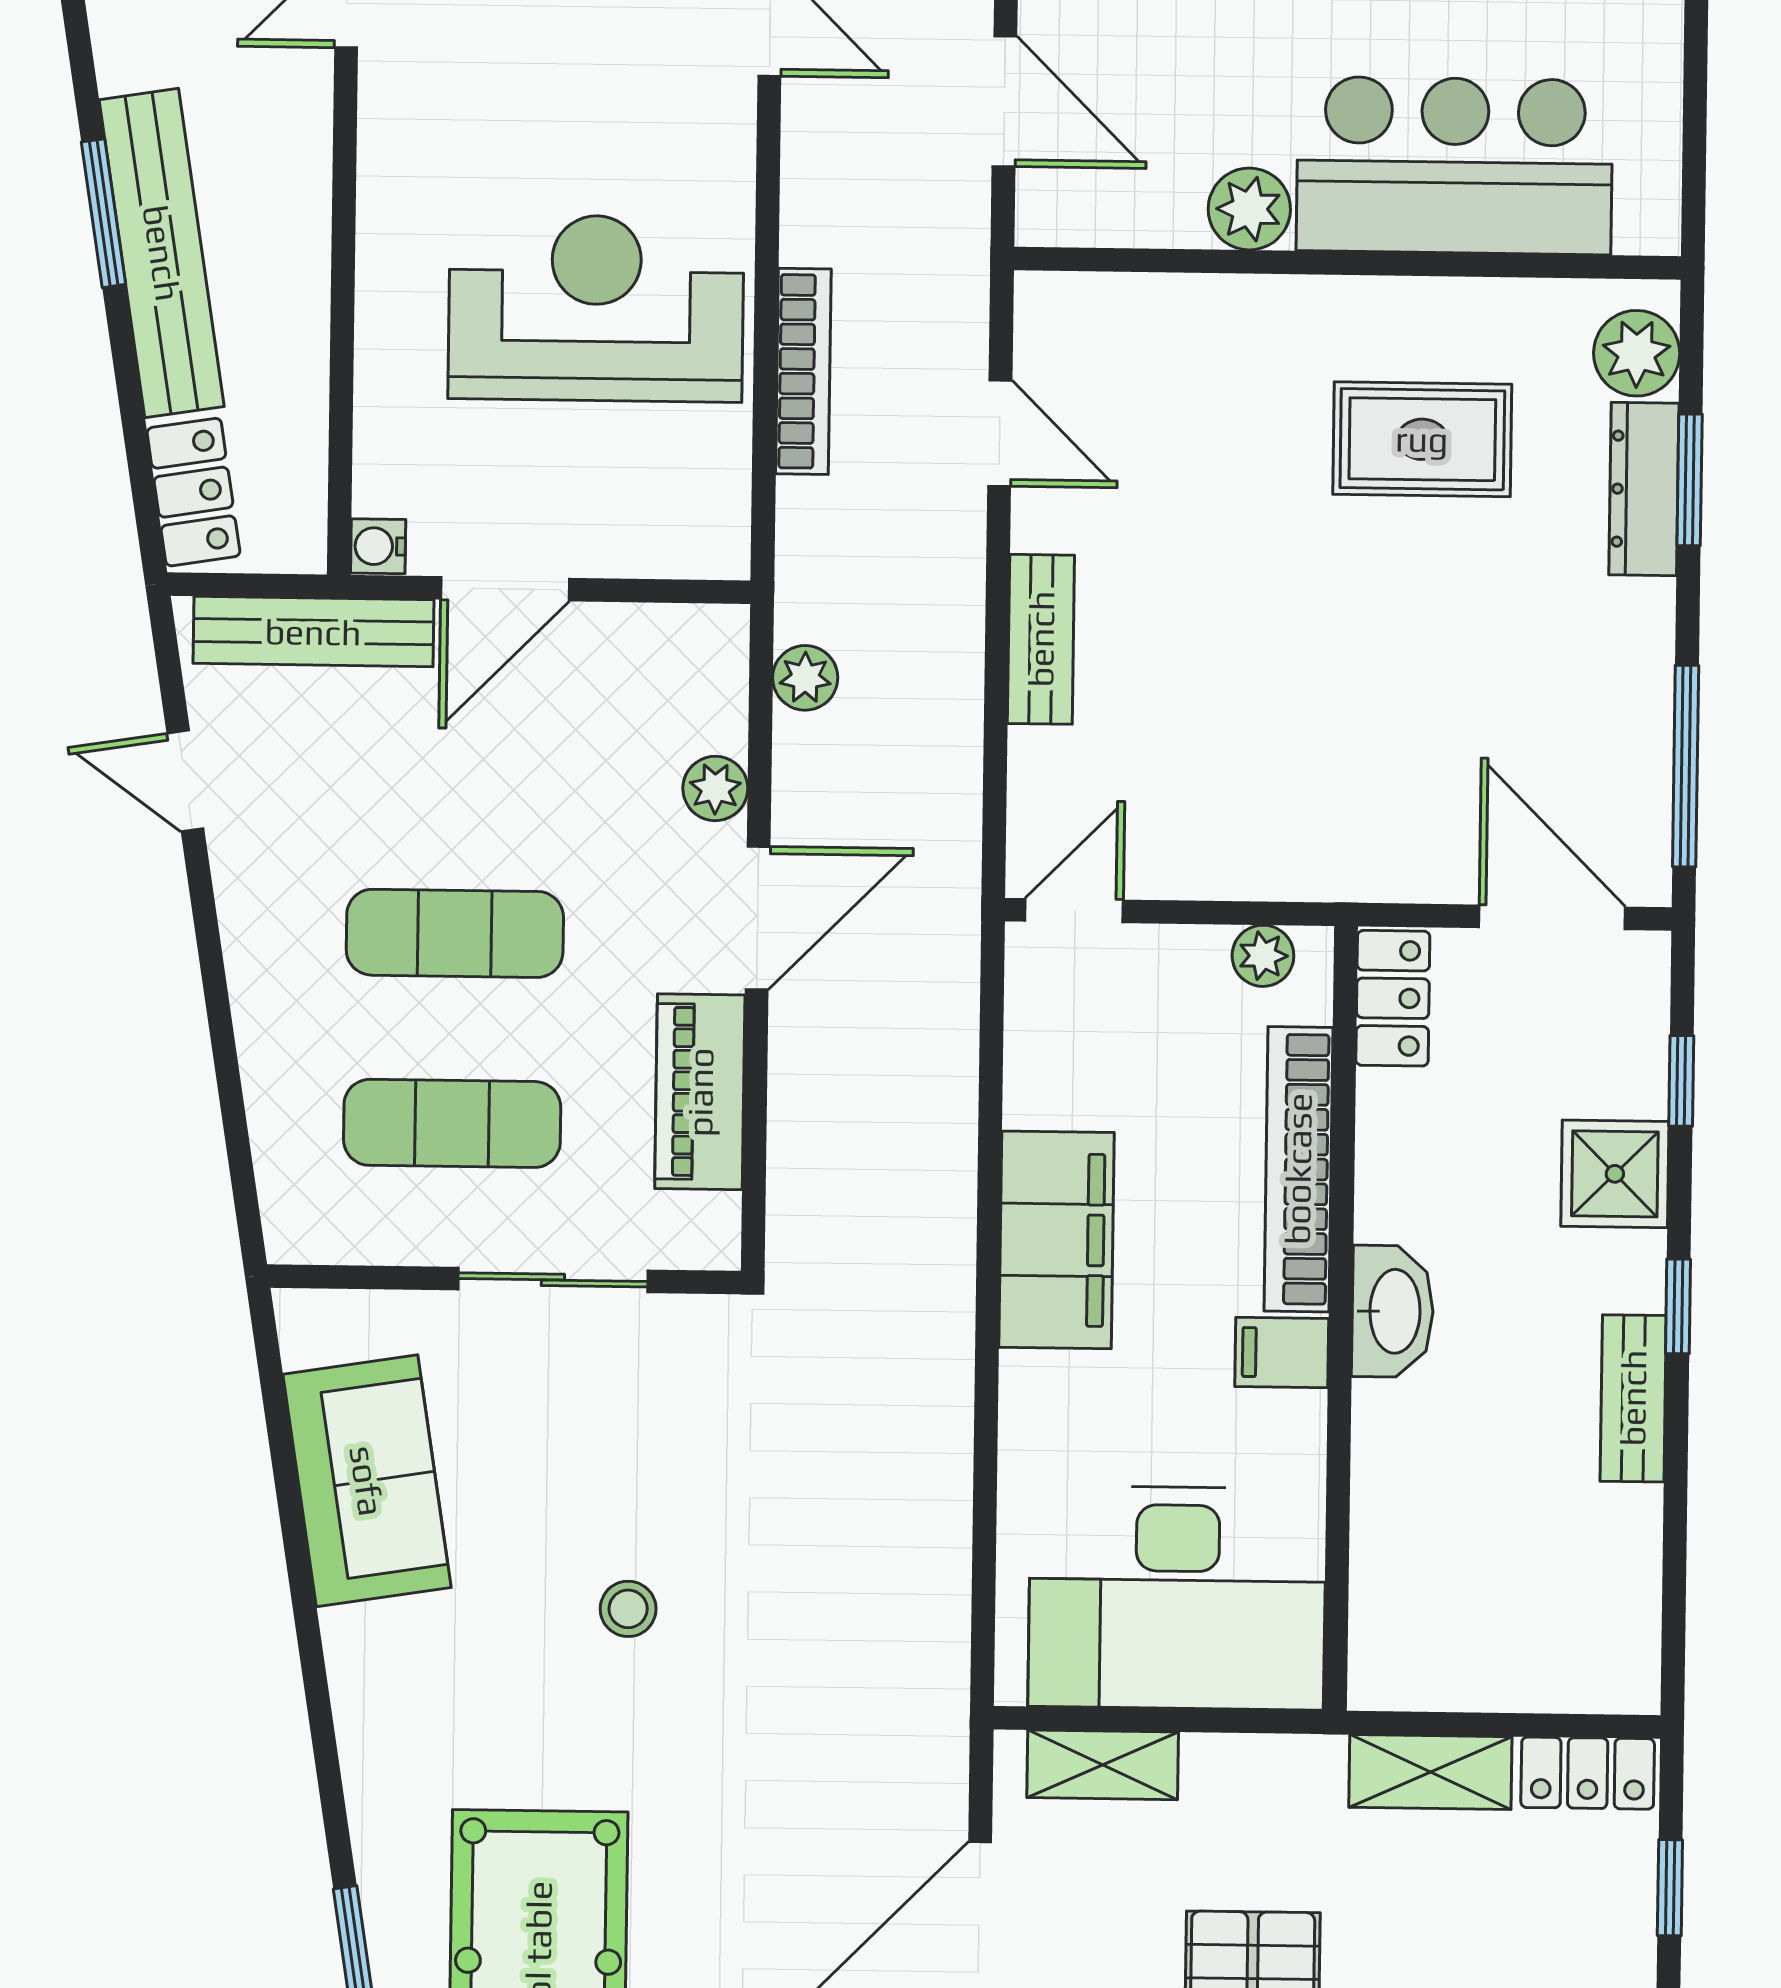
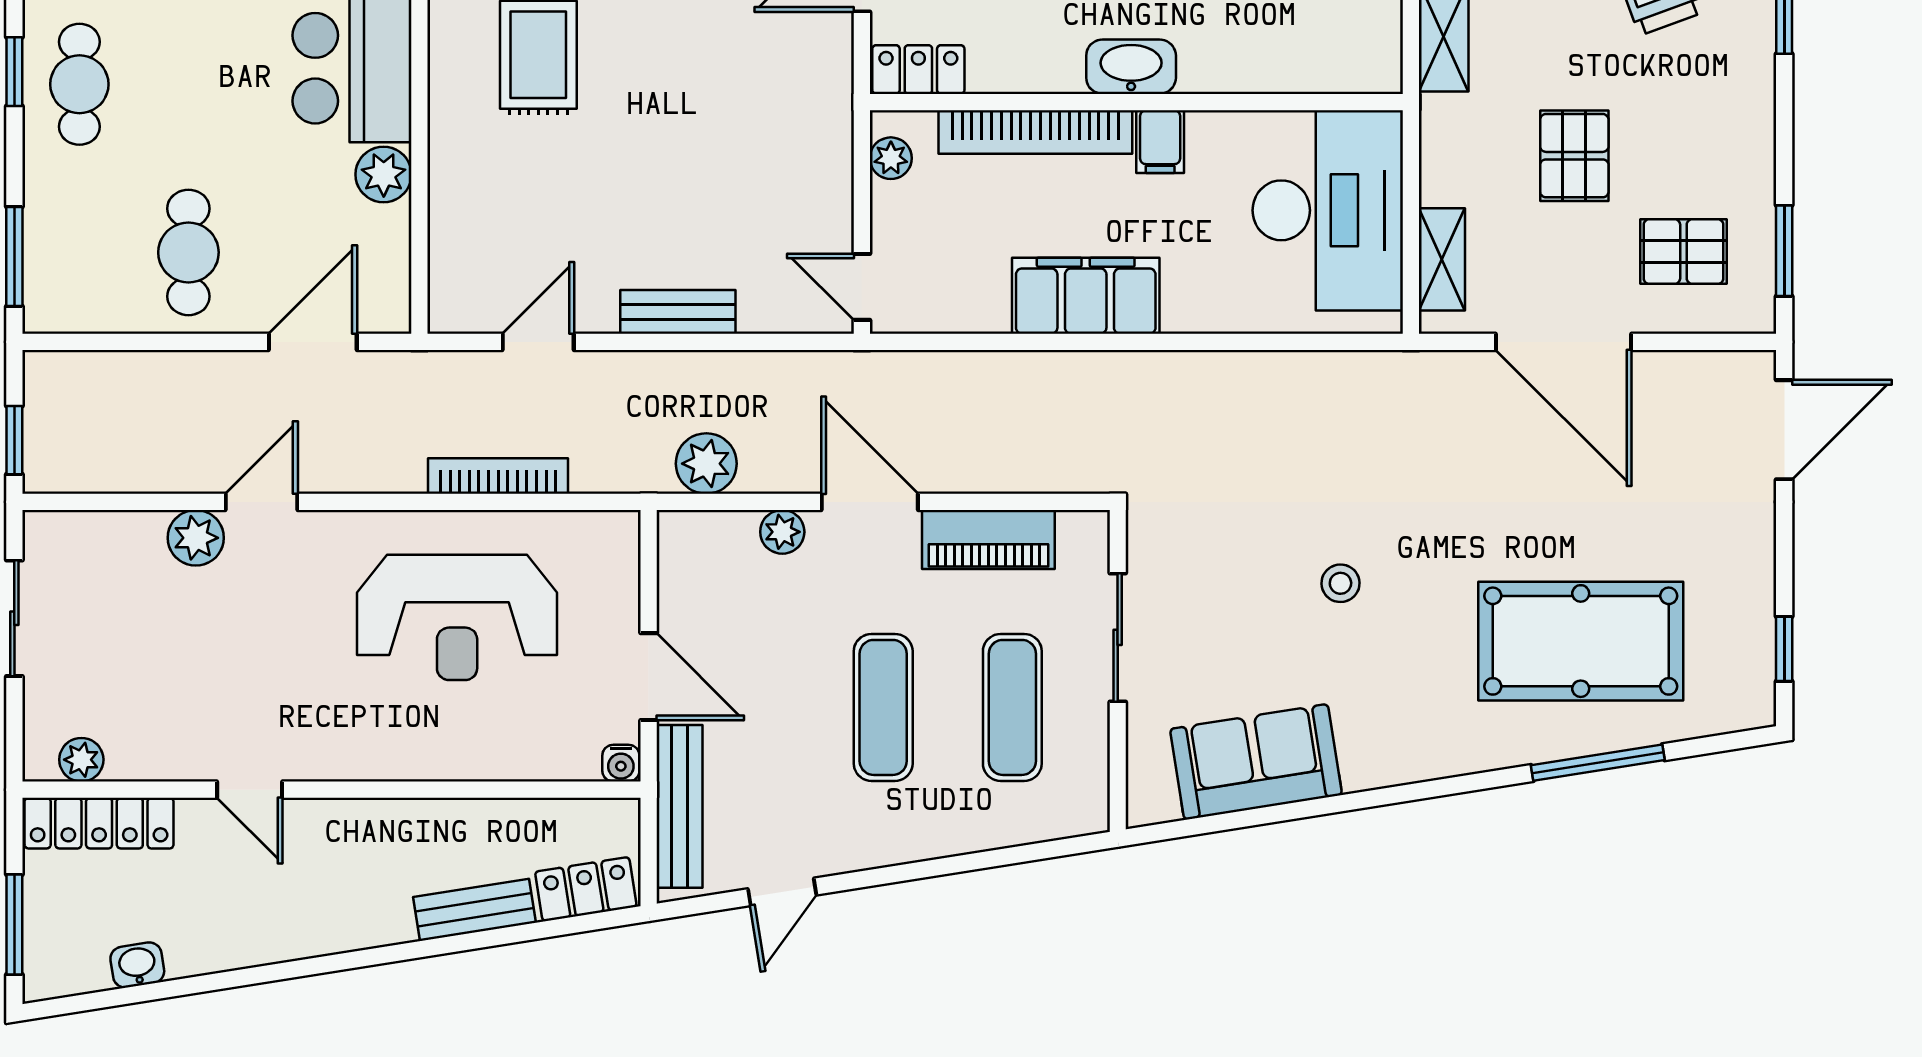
window: (104, 213) -> (397, 953), removed
bench: (162, 253) -> (475, 910), width x0.54, depth x0.82
reception desk: (596, 308) -> (457, 617), turned -90
plant: (805, 678) -> (706, 464), width x1.38, depth x1.38

